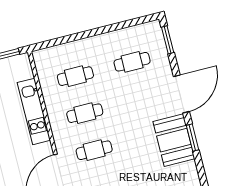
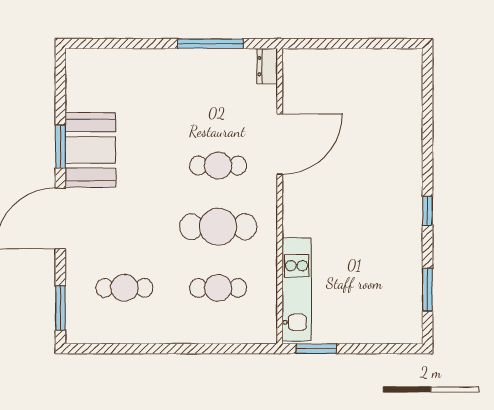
kitchen unit: (34, 111) -> (297, 289), moved
cafe table: (85, 113) -> (218, 227), width x1.37, depth x1.35

